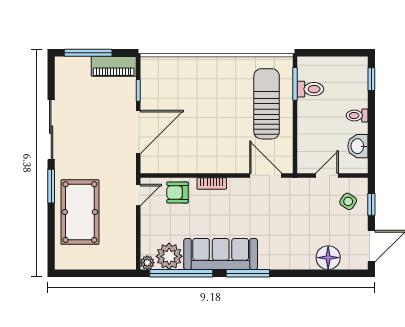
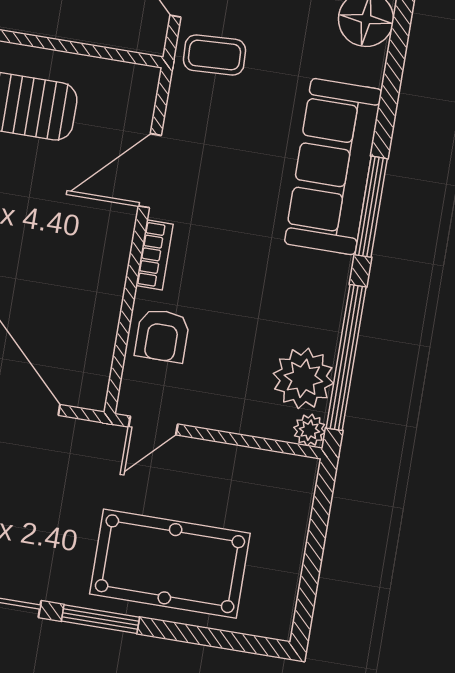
door: (266, 175) -> (150, 171), moved
door: (138, 195) -> (153, 426), swing flipped
coffee table: (302, 195) -> (214, 55), added
sofa: (221, 254) -> (333, 167), moved

